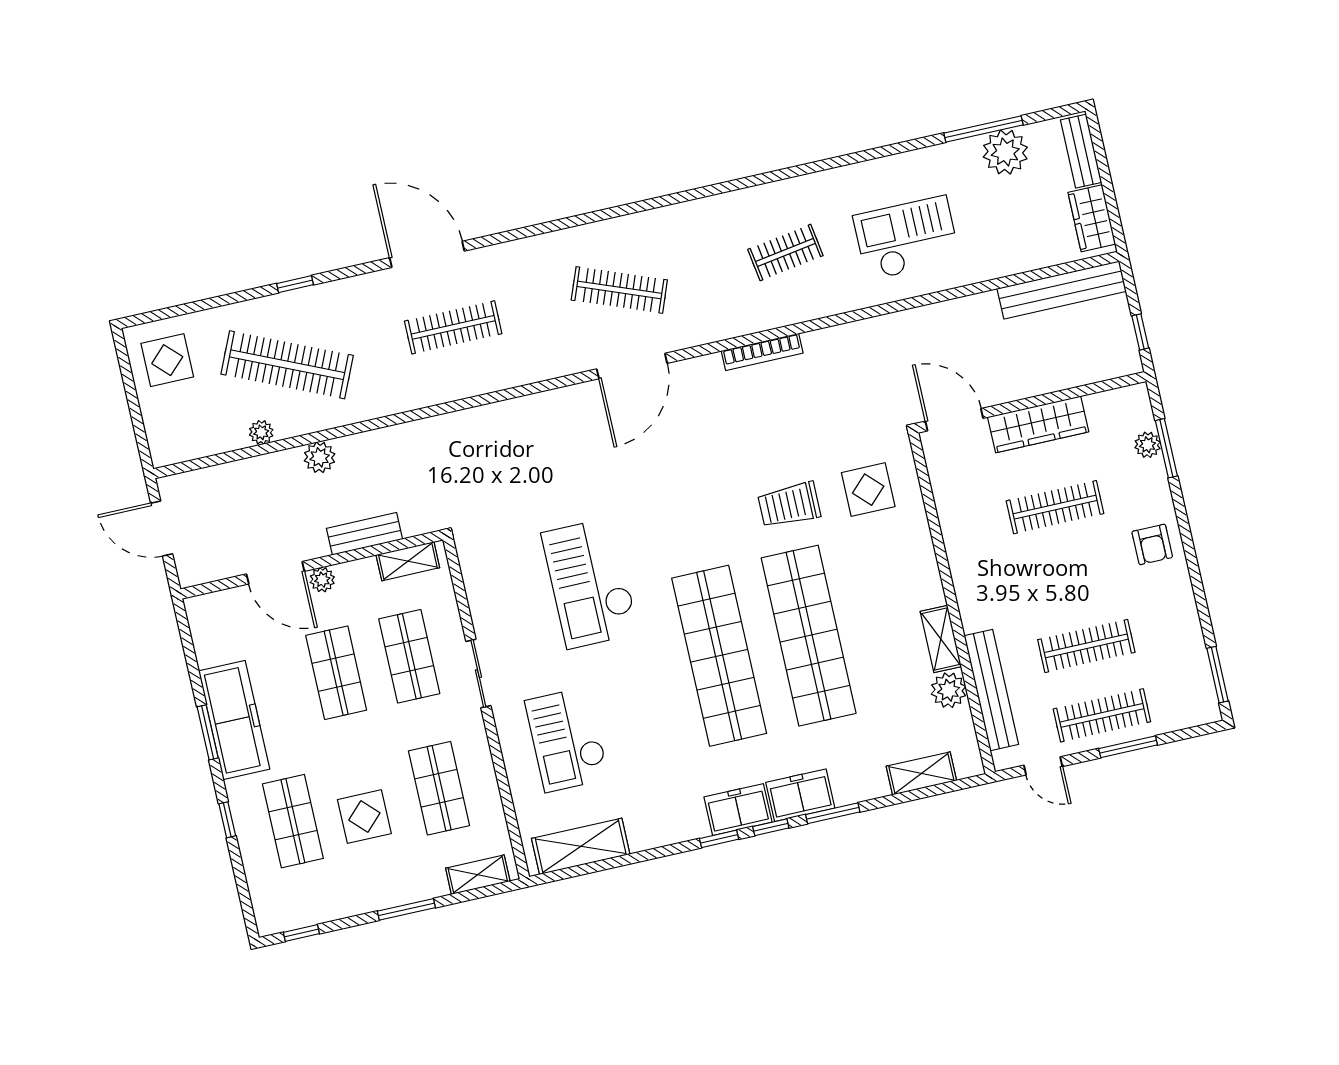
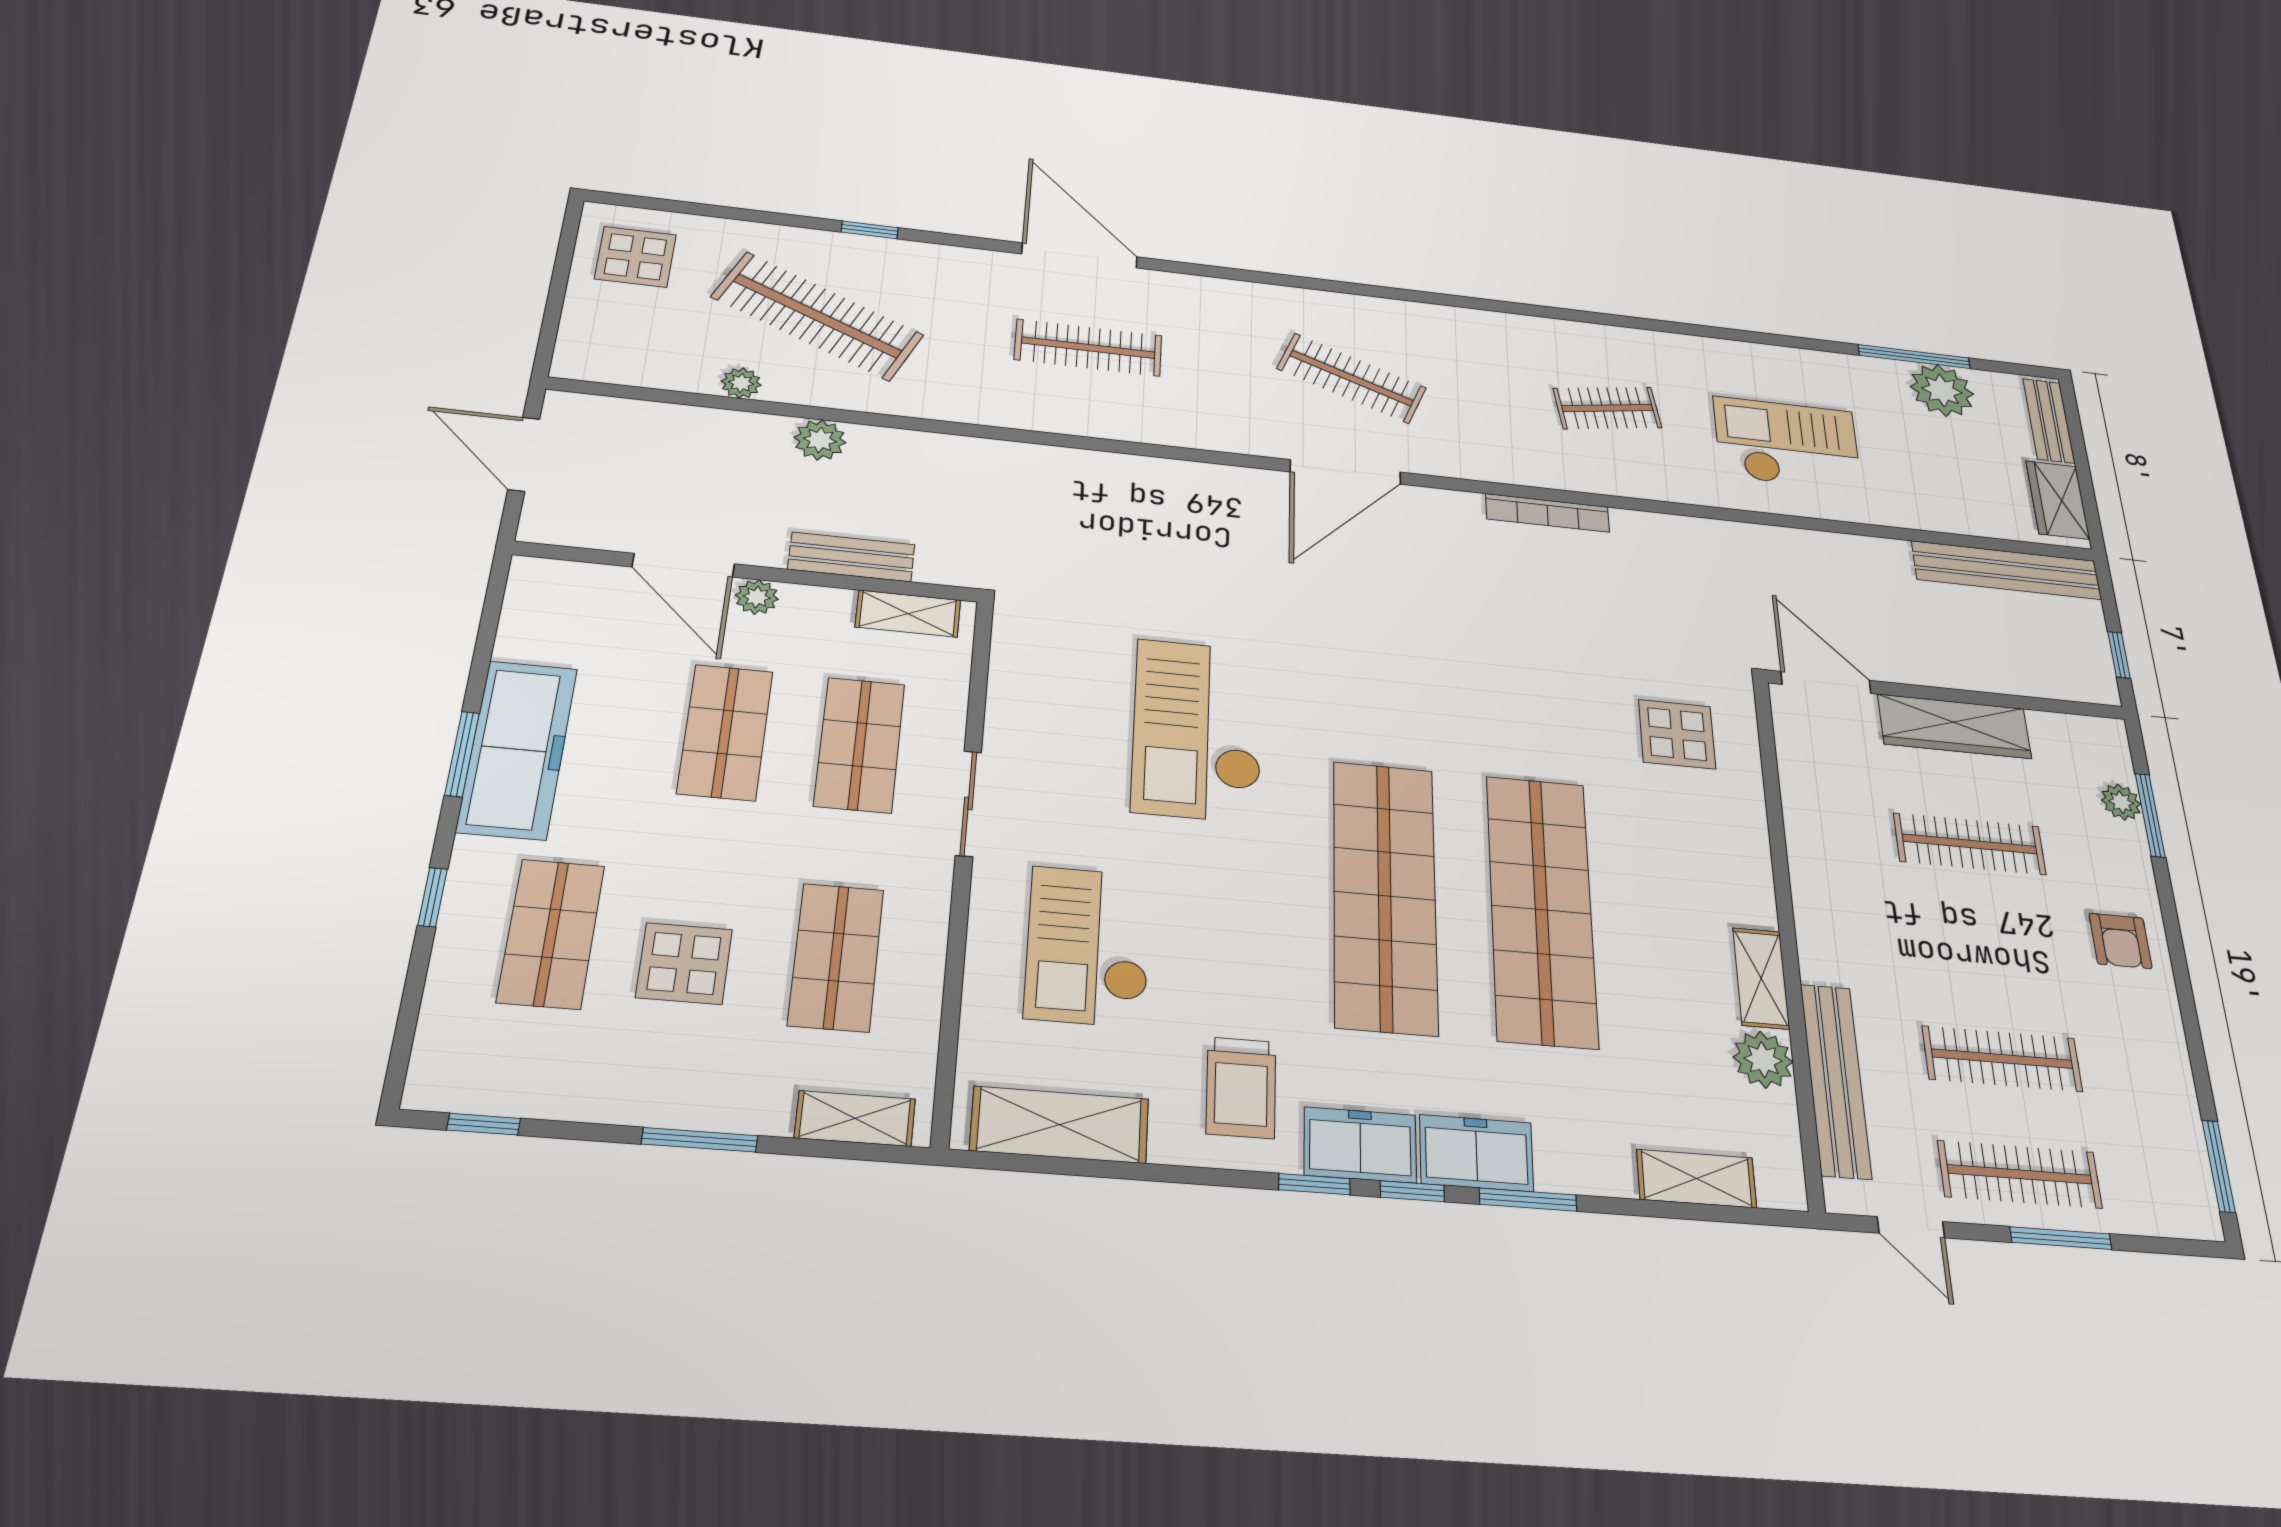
trolley: (789, 505) -> (1241, 1087), moved, turned -90

